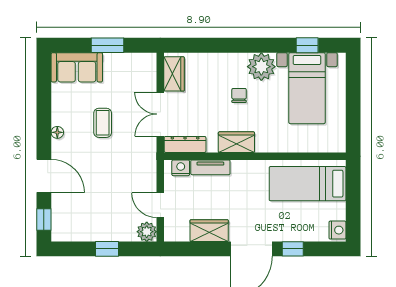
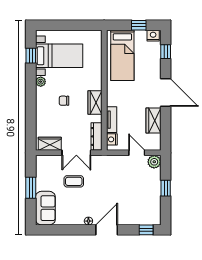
plant: (261, 67) -> (41, 82), width x0.53, depth x0.53
coffee table: (103, 123) -> (74, 181), moved
door: (44, 176) -> (107, 230), moved
door: (160, 205) -> (137, 153), swing flipped
window: (353, 208) -> (139, 25), added
window: (293, 249) -> (166, 52), moved

